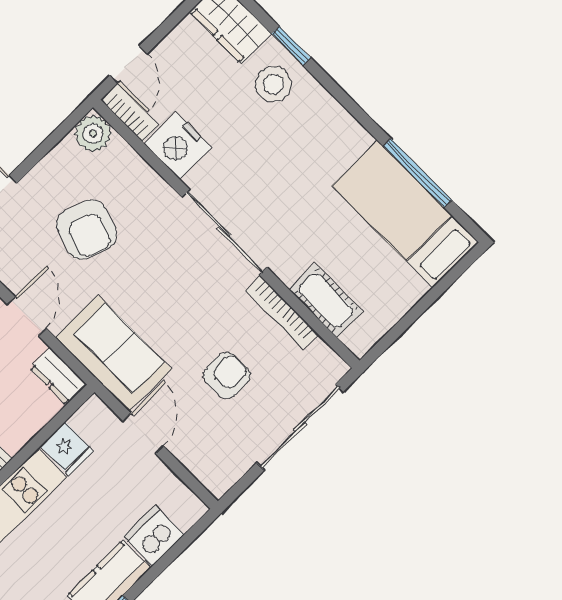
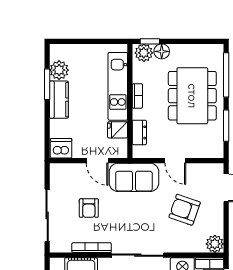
dresser: (58, 376) -> (139, 132), moved, turned 90
dishwasher: (154, 535) -> (61, 148), moved, turned -90

